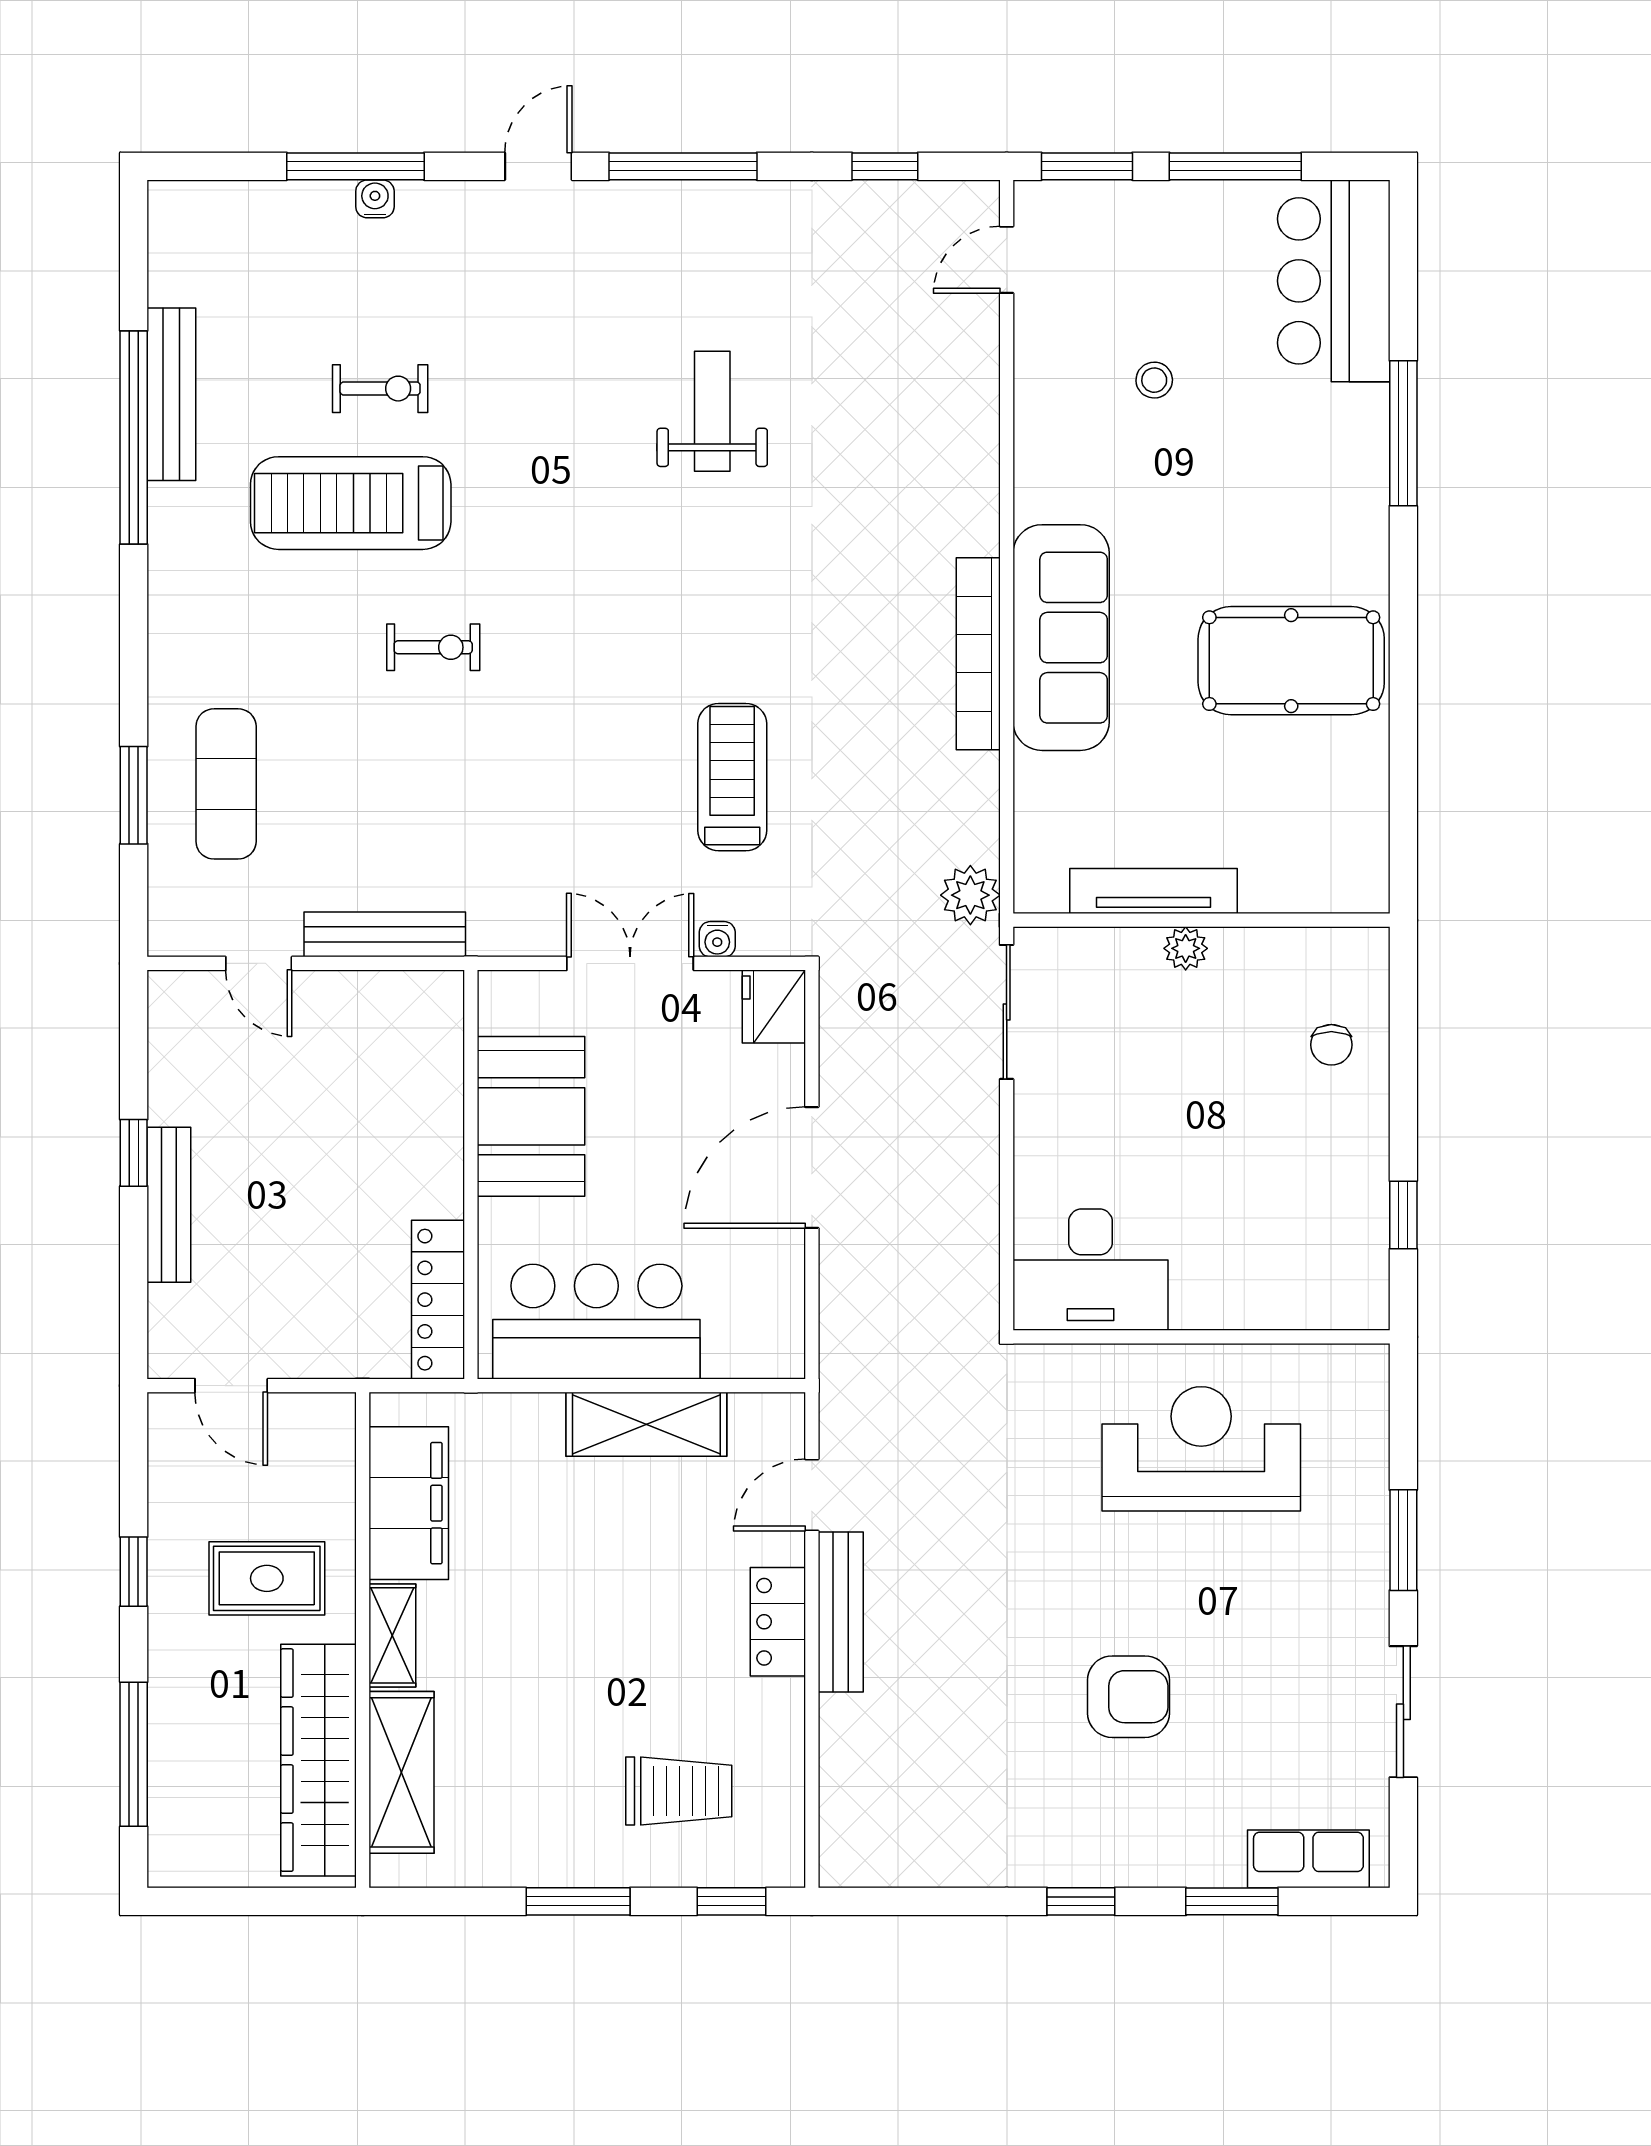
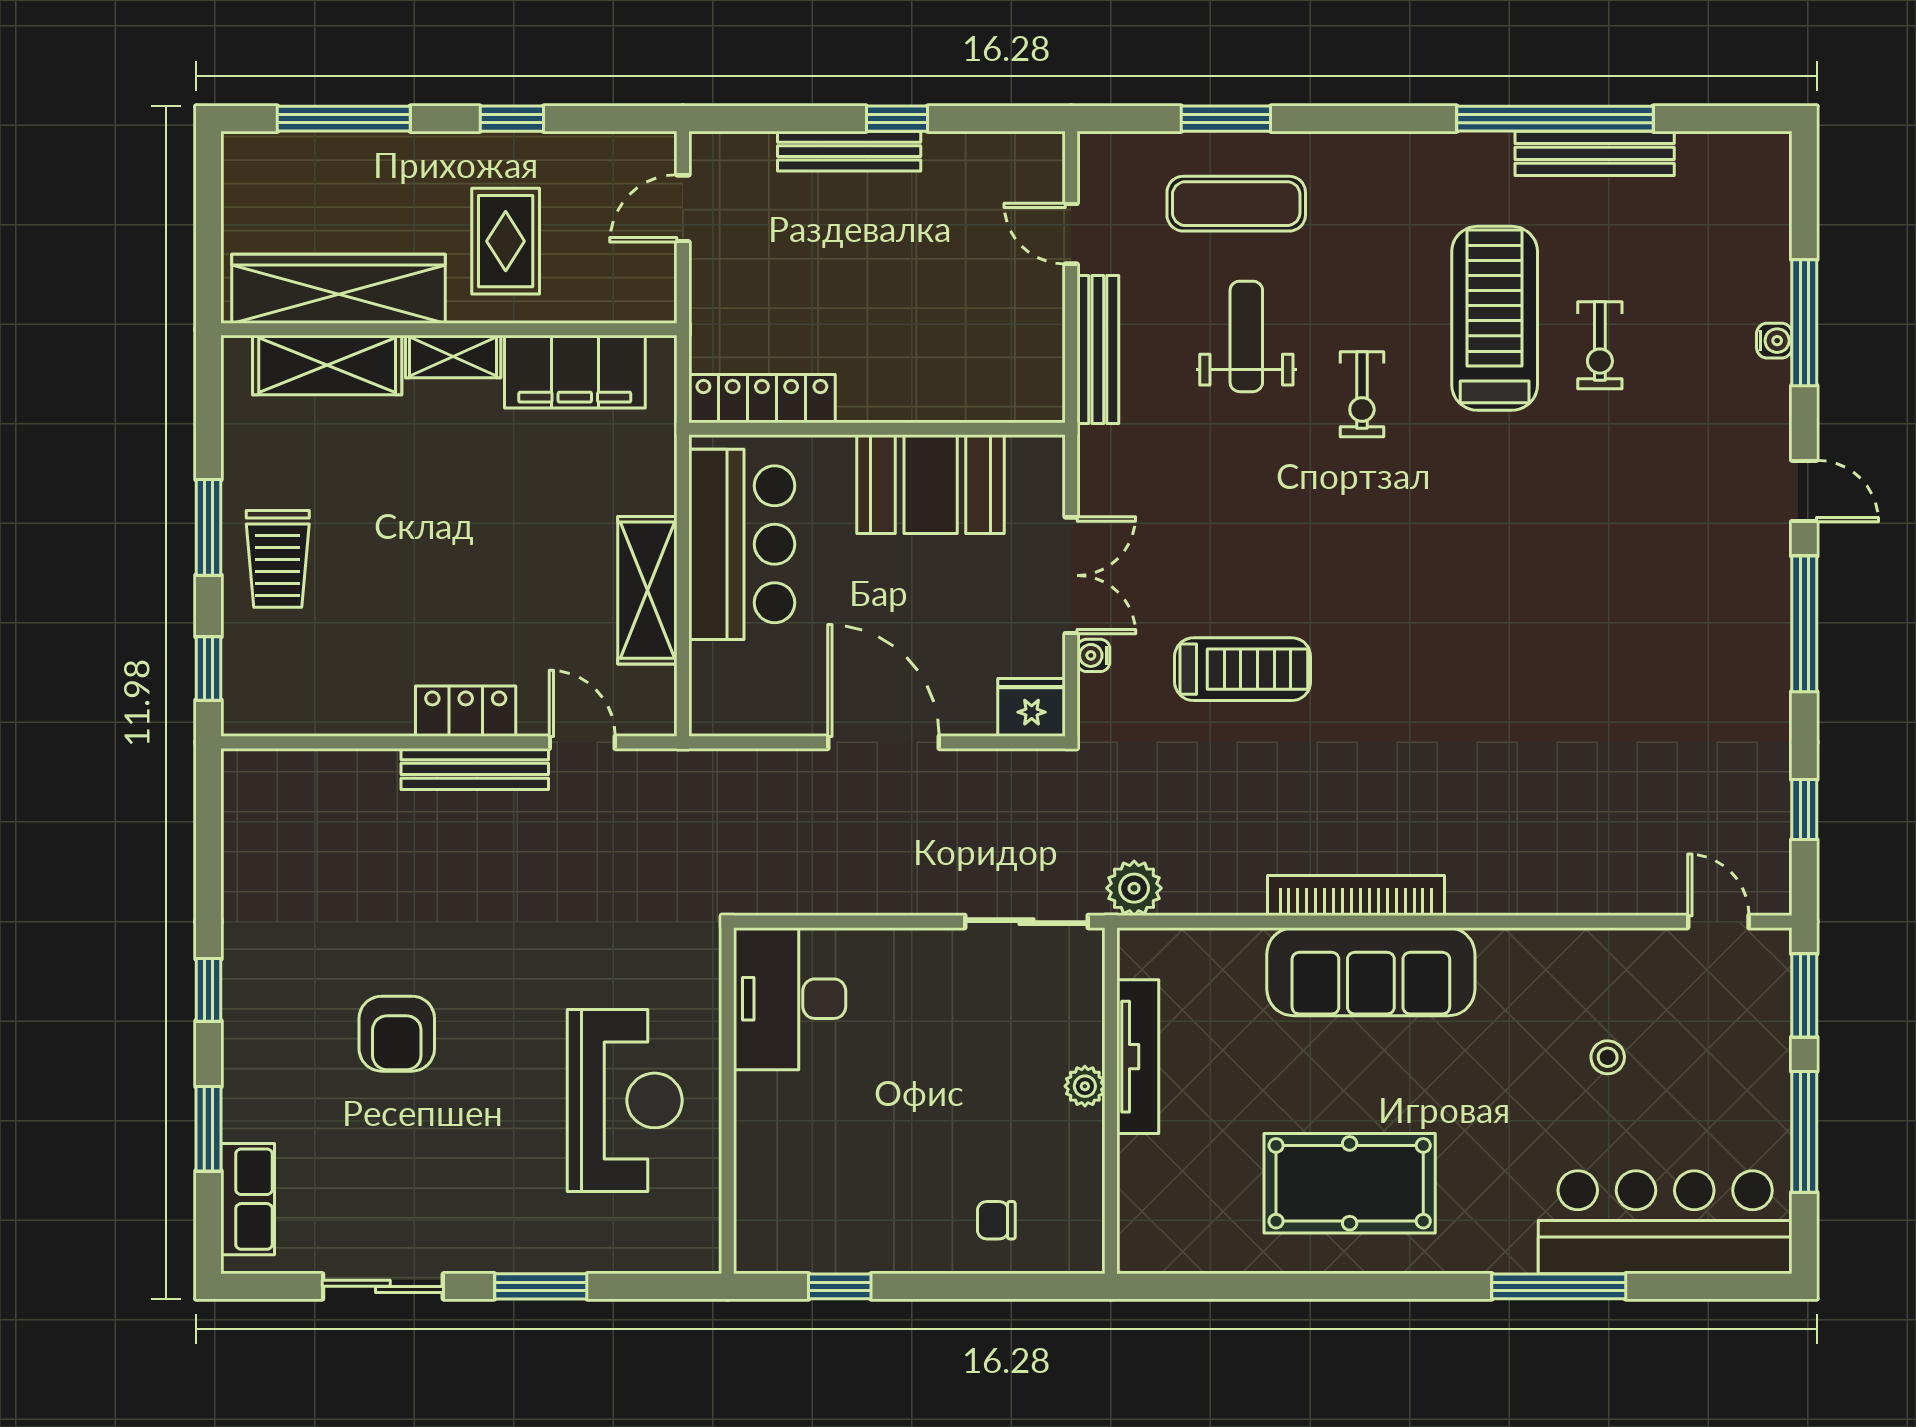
bar counter: (1334, 281) -> (1665, 1222), width x1.36
weight bench: (712, 411) -> (1246, 336), moved, turned -90
pool table: (1291, 661) -> (1350, 1183), turned 90
door: (259, 963) -> (1071, 234), hinge flipped
trolley: (679, 1791) -> (278, 559), moved

